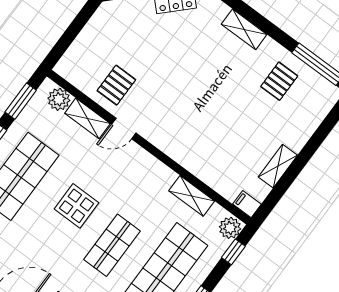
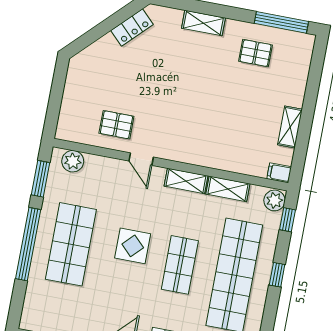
pallet: (279, 81) -> (256, 53), turned 90
pallet: (116, 85) -> (116, 125), turned 90
shelving: (87, 118) -> (186, 181), moved
door: (124, 128) -> (141, 159), hinge flipped

